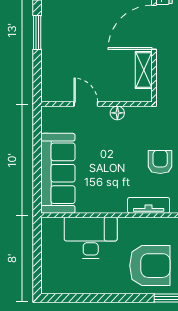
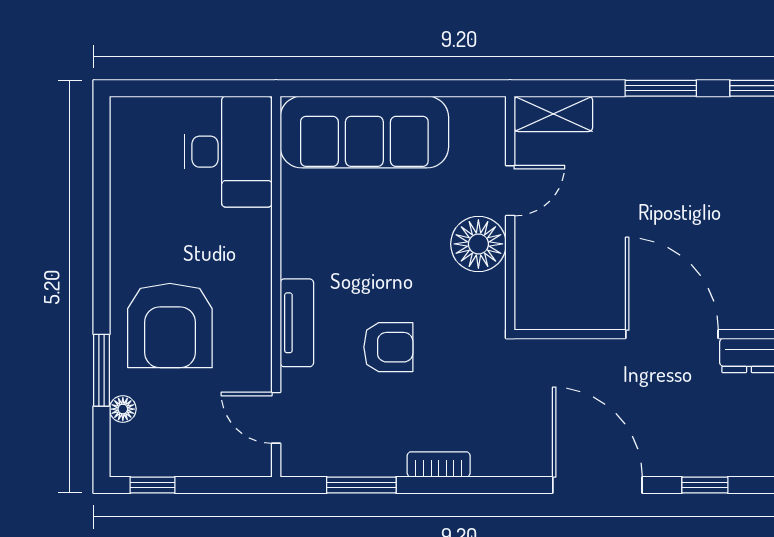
shelving: (144, 70) -> (553, 114), moved
floor lamp: (117, 113) -> (478, 244), width x1.89, depth x1.89
desk: (91, 238) -> (229, 152), moved

